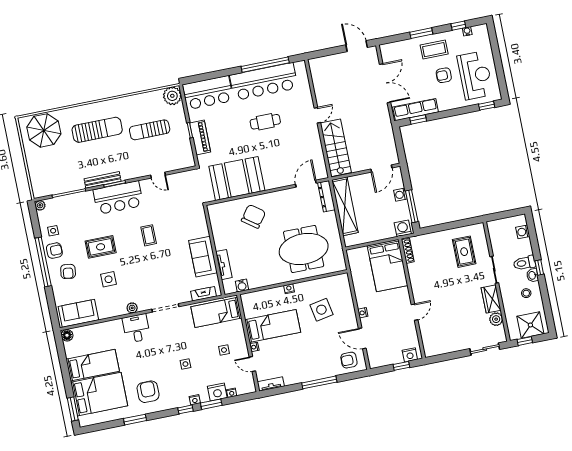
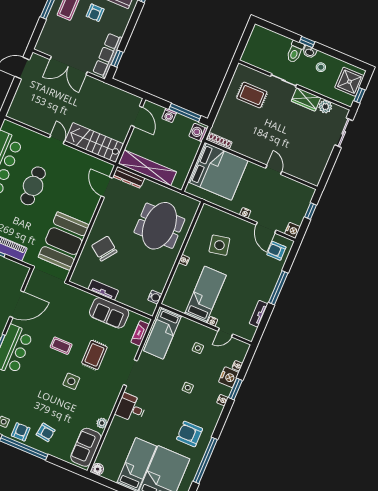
double door: (385, 83) -> (69, 66), swing flipped
cafe table: (265, 122) -> (33, 186), width x1.37, depth x1.35
door: (158, 175) -> (17, 304), width x1.88
washing machine: (523, 232) -> (268, 36), removed
rug: (101, 247) -> (94, 355), moved
tv unit: (224, 265) -> (103, 290), moved
bed: (388, 266) -> (218, 171), width x1.36
side table: (109, 279) -> (71, 381), moved
plant: (132, 308) -> (102, 423), moved
door: (362, 338) -> (266, 228), hinge flipped
nightstand: (410, 355) -> (292, 230), moved
armchair: (349, 360) -> (276, 251), turned 90
tv unit: (271, 384) -> (259, 314), moved
window: (185, 409) -> (225, 413), removed
window: (135, 420) -> (205, 460), width x2.11

